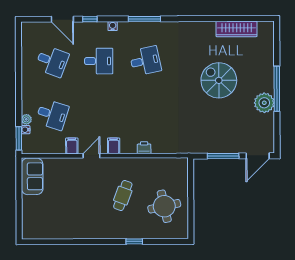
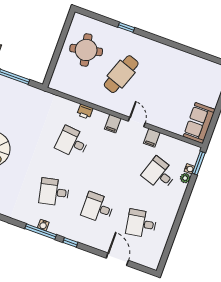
window: (90, 19) -> (70, 242), moved
water cooler: (113, 26) -> (43, 225), moved
desk: (52, 61) -> (141, 224), turned -30
desk: (145, 114) -> (72, 142), added
door: (91, 156) -> (137, 122), swing flipped
cafe table: (123, 196) -> (121, 74), width x1.37, depth x1.35

